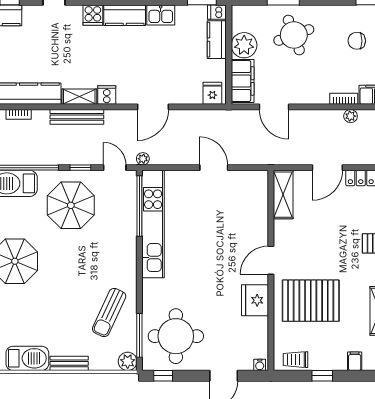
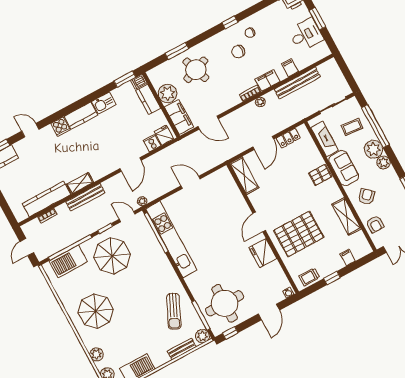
cooker: (107, 95) -> (152, 143), moved
bench: (69, 363) -> (182, 349), moved

